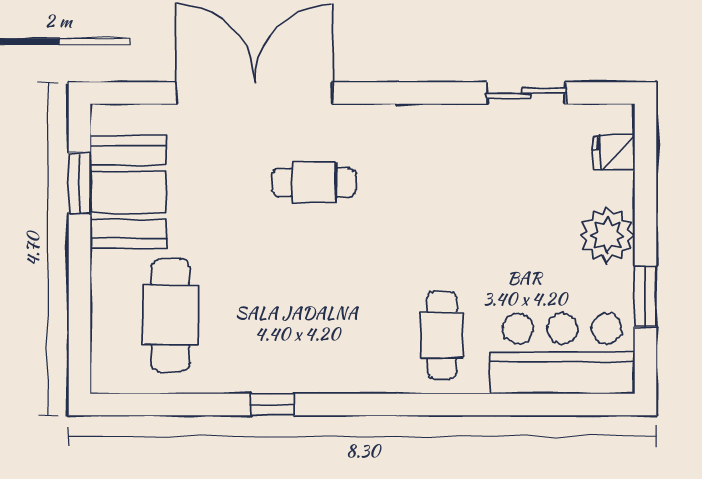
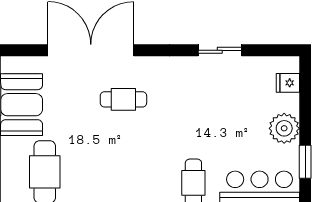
sliding door: (526, 93) -> (220, 50), moved

